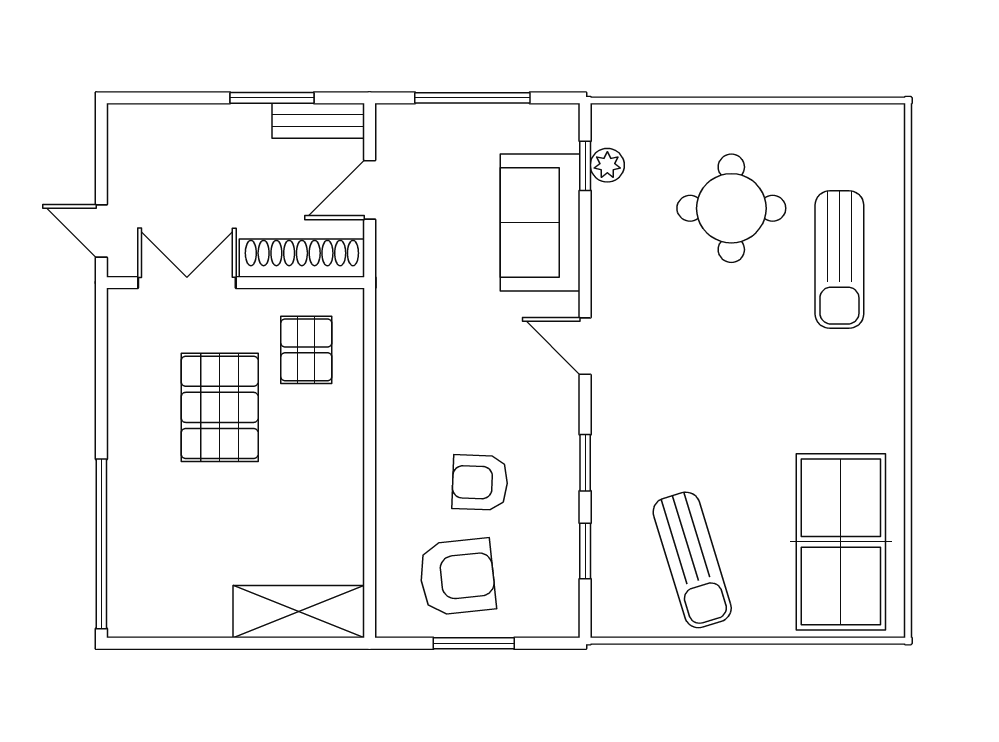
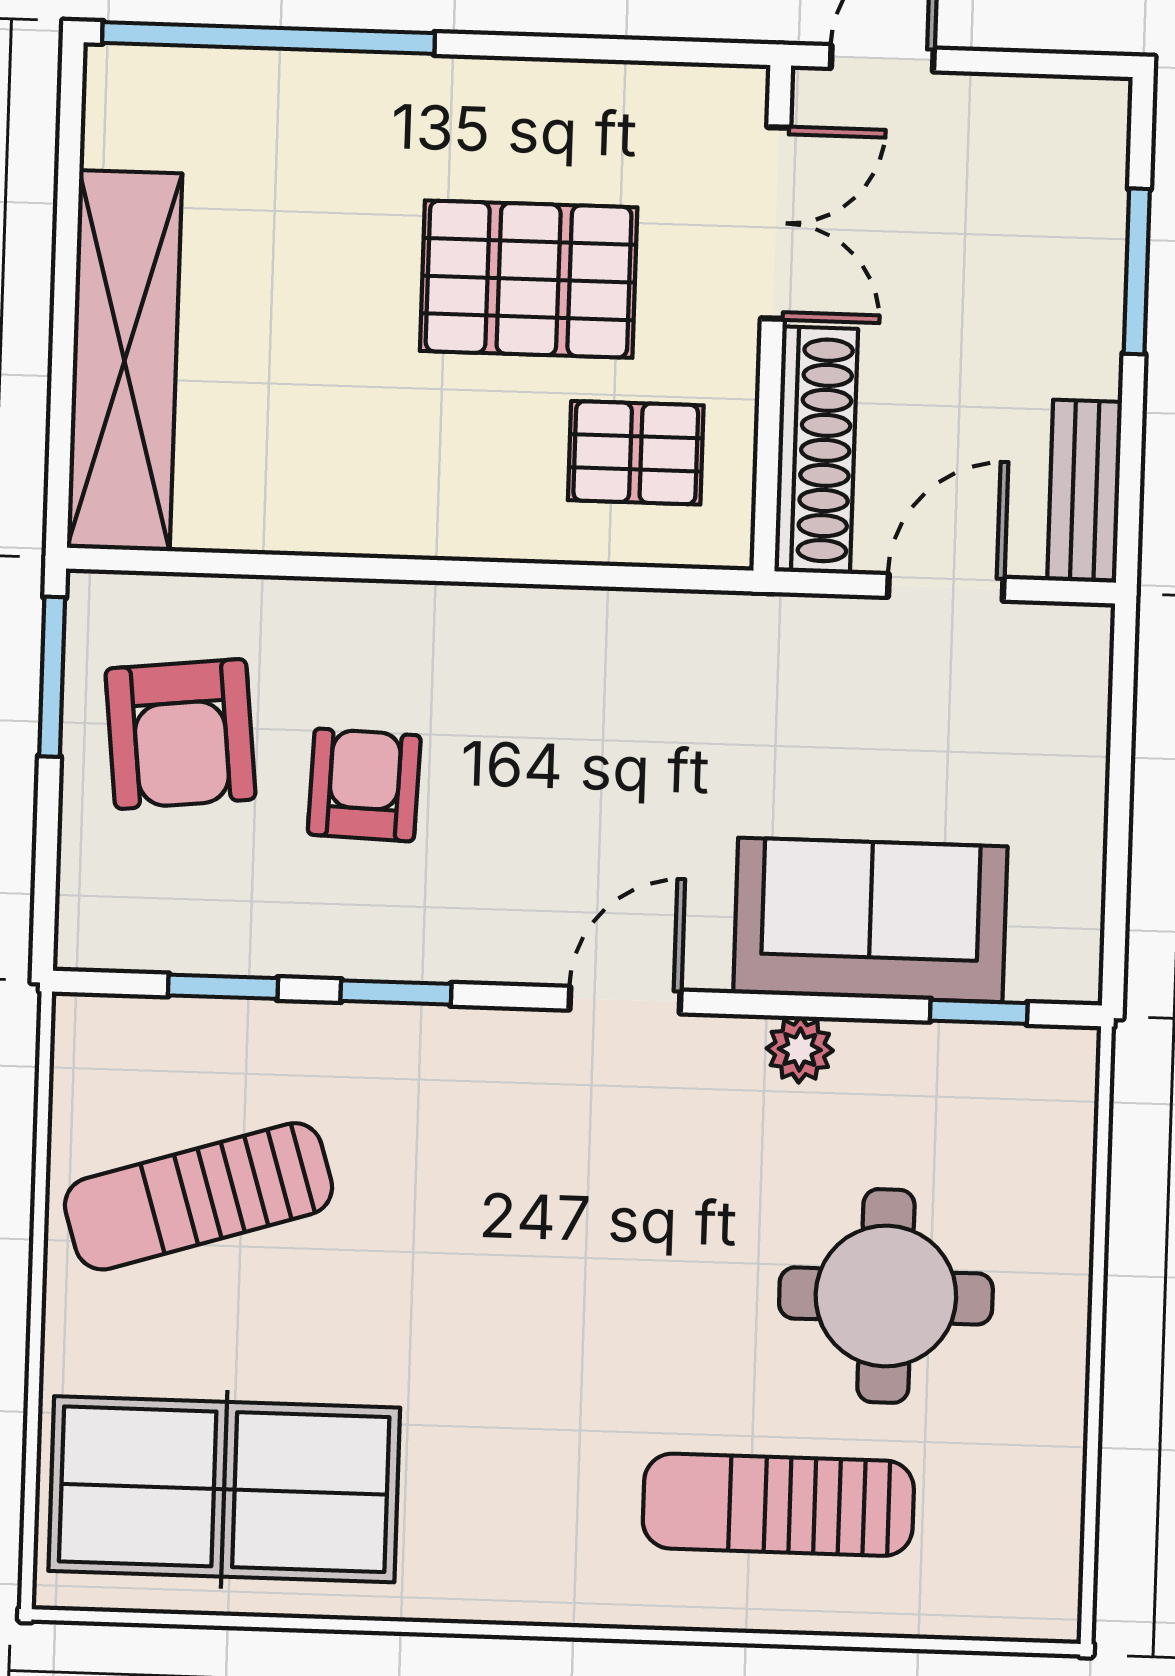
window: (272, 98) -> (1137, 271), moved
window: (472, 98) -> (1119, 795), removed
plant: (607, 165) -> (800, 1049), moved
door: (370, 190) -> (946, 587), hinge flipped
shelving: (299, 612) -> (124, 361), width x1.47
window: (474, 643) -> (52, 677), moved

